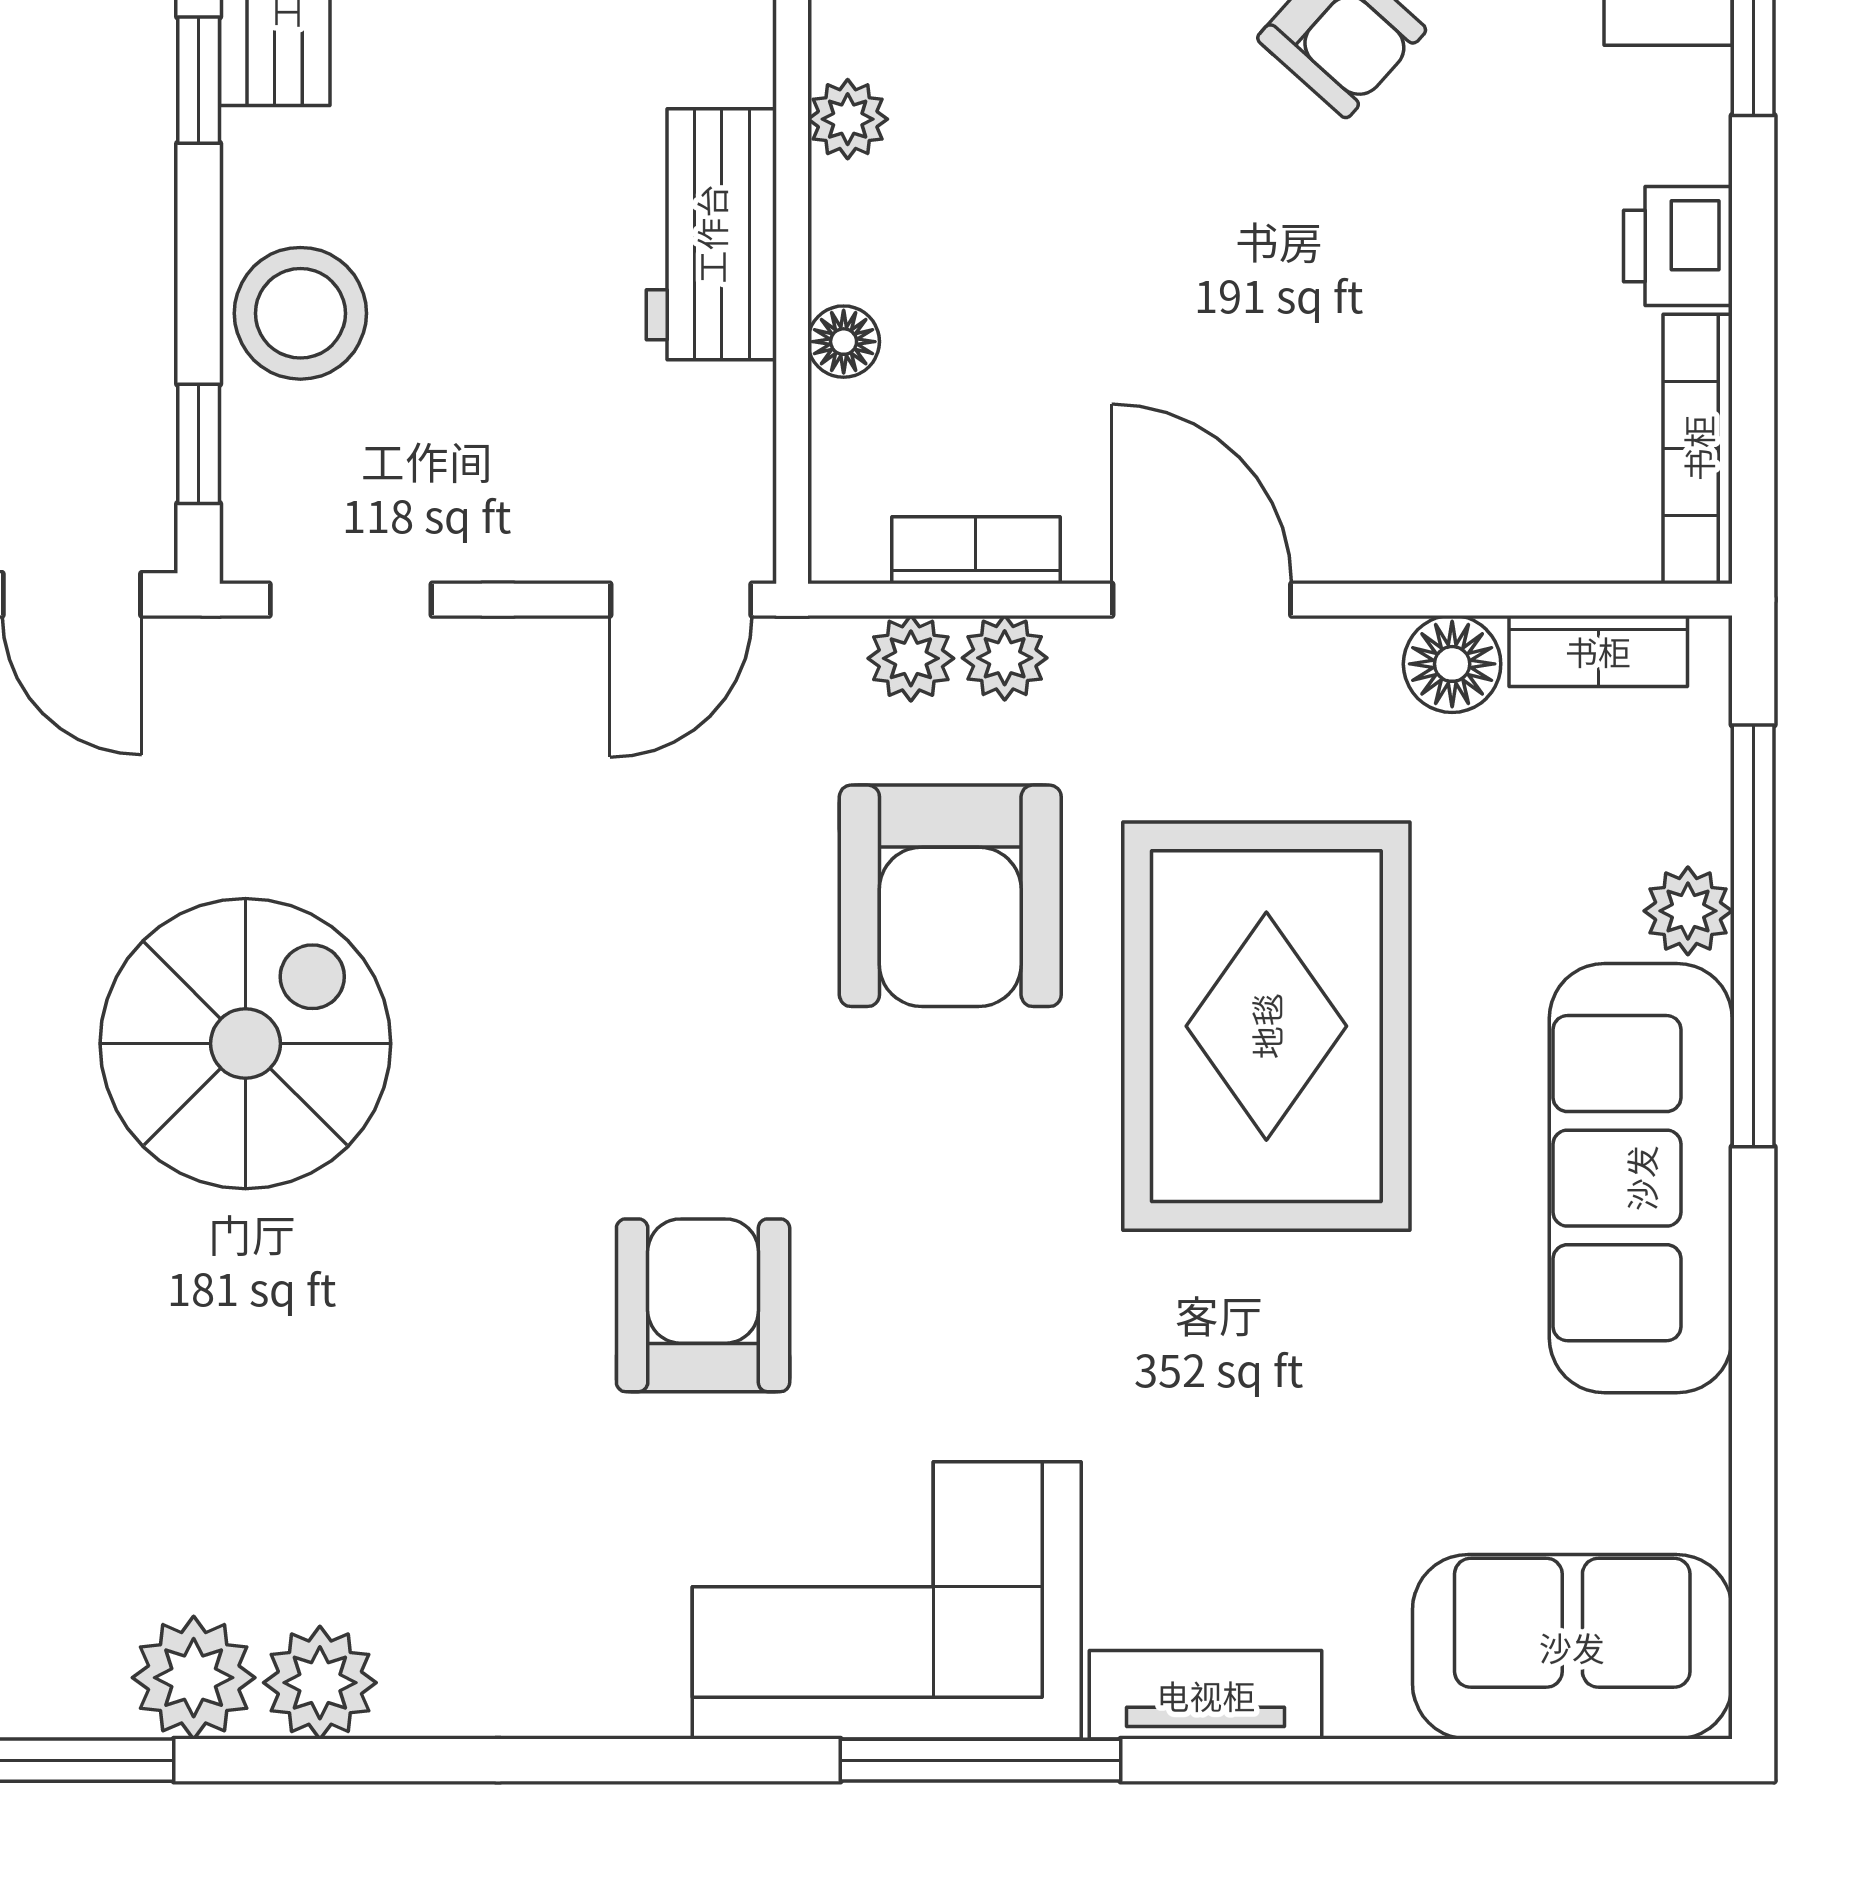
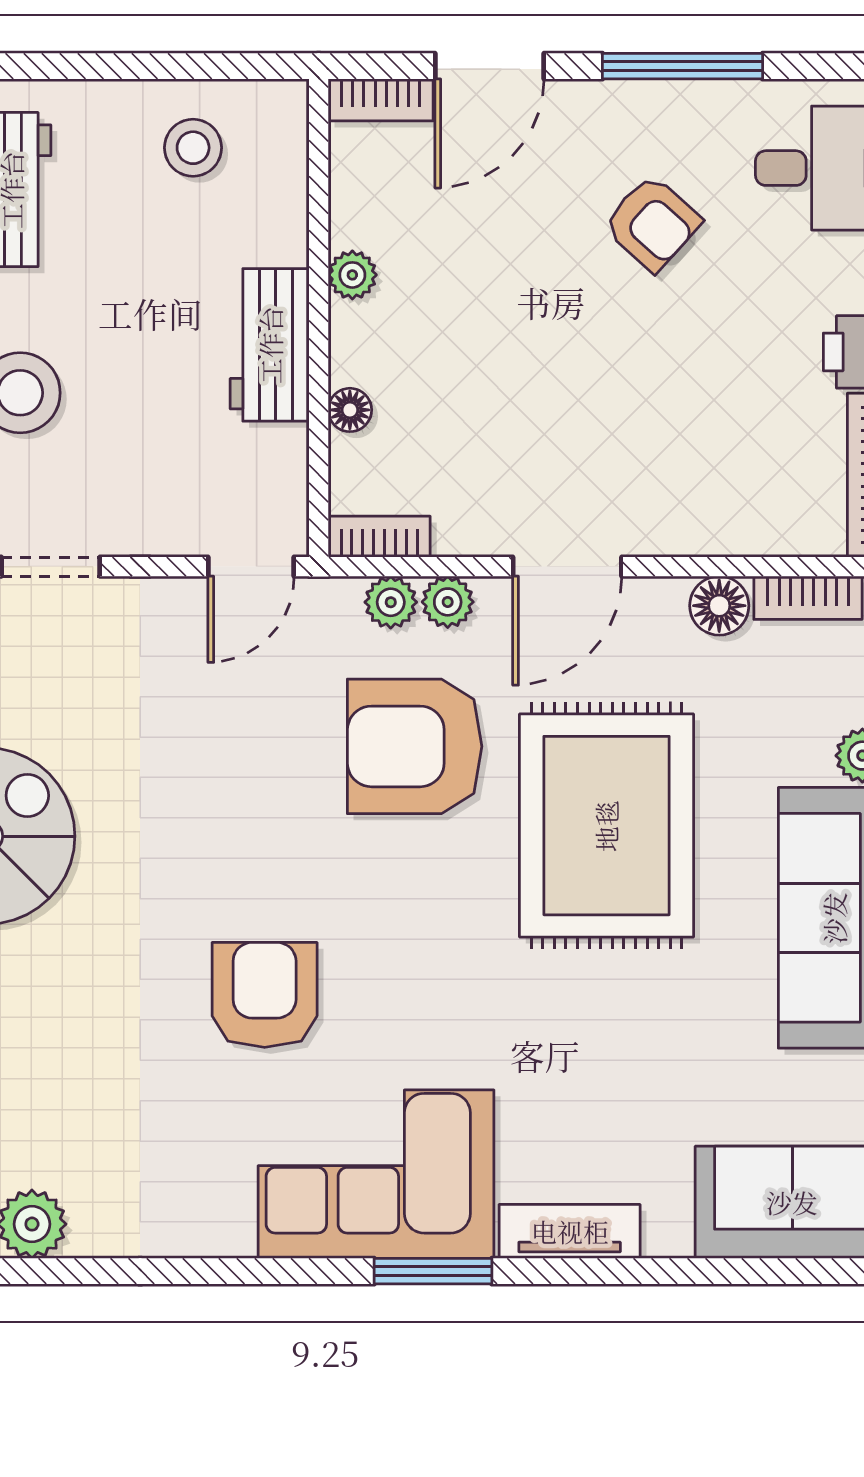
bookcase: (976, 550) -> (379, 537), moved
door: (1202, 600) -> (567, 567), swing flipped
armchair: (950, 896) -> (415, 746), turned 90
window: (981, 1760) -> (433, 1271), width x0.69

